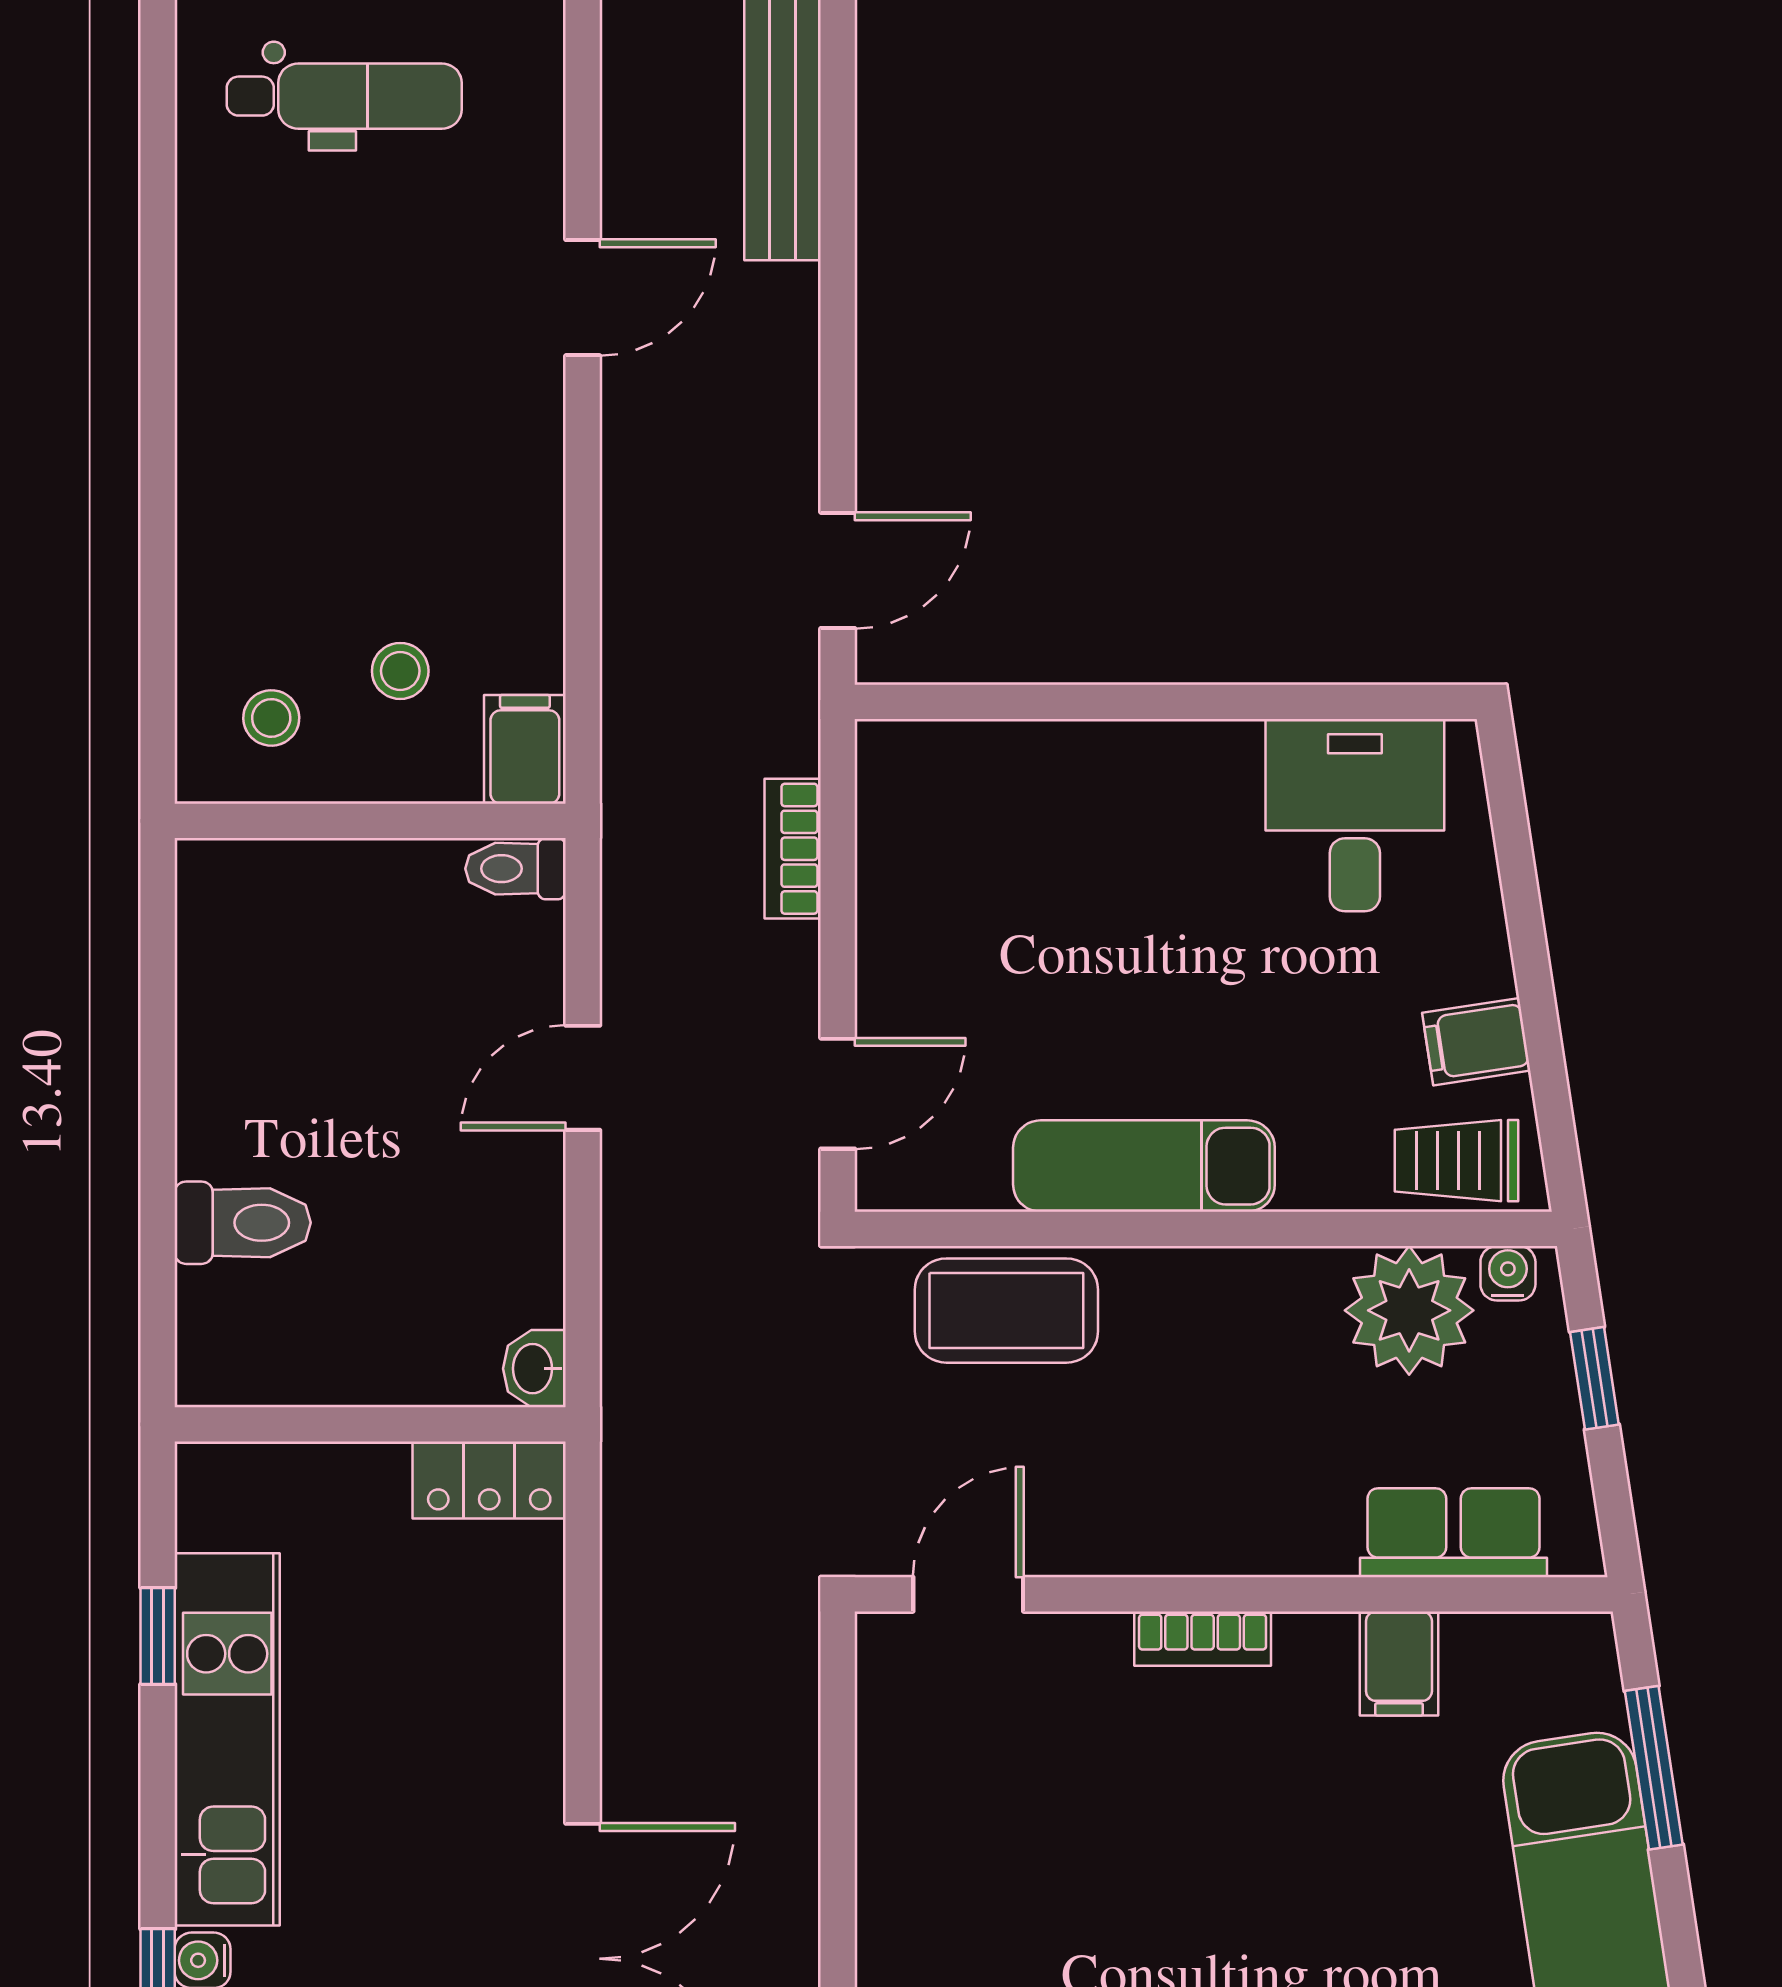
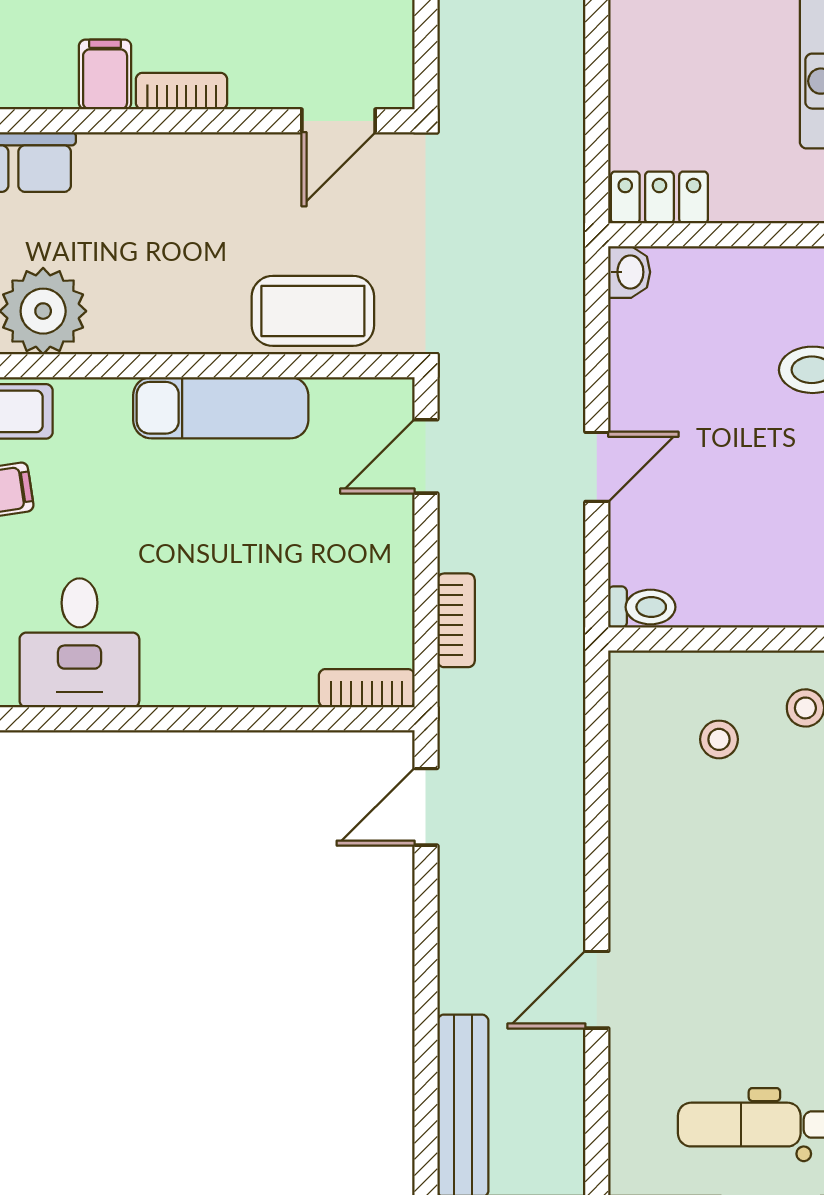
bookcase: (926, 747) -> (367, 688), added
filing cabinet: (525, 749) -> (636, 687), removed
filing cabinet: (1399, 1663) -> (105, 75), moved

